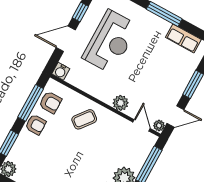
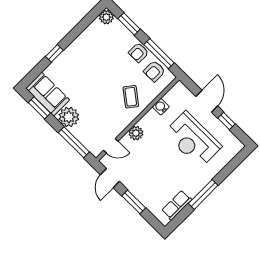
water cooler: (61, 71) -> (161, 107), moved
plant: (159, 126) -> (106, 161), removed

